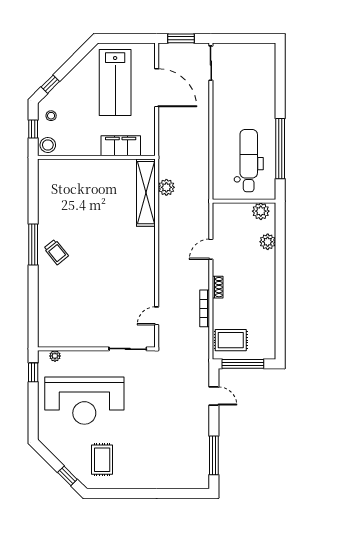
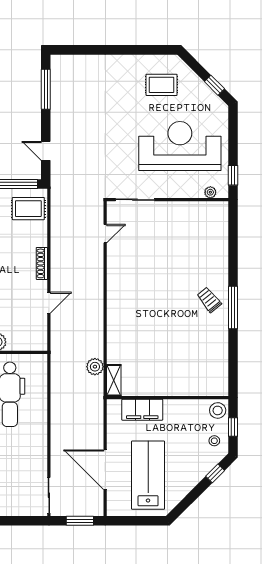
shelving: (146, 193) -> (114, 380), width x0.45, depth x0.75
shoe rack: (218, 287) -> (42, 263), width x1.43
bookcase: (205, 308) -> (55, 241), removed
rug: (102, 460) -> (162, 85), turned 90
window: (67, 476) -> (214, 85), moved

